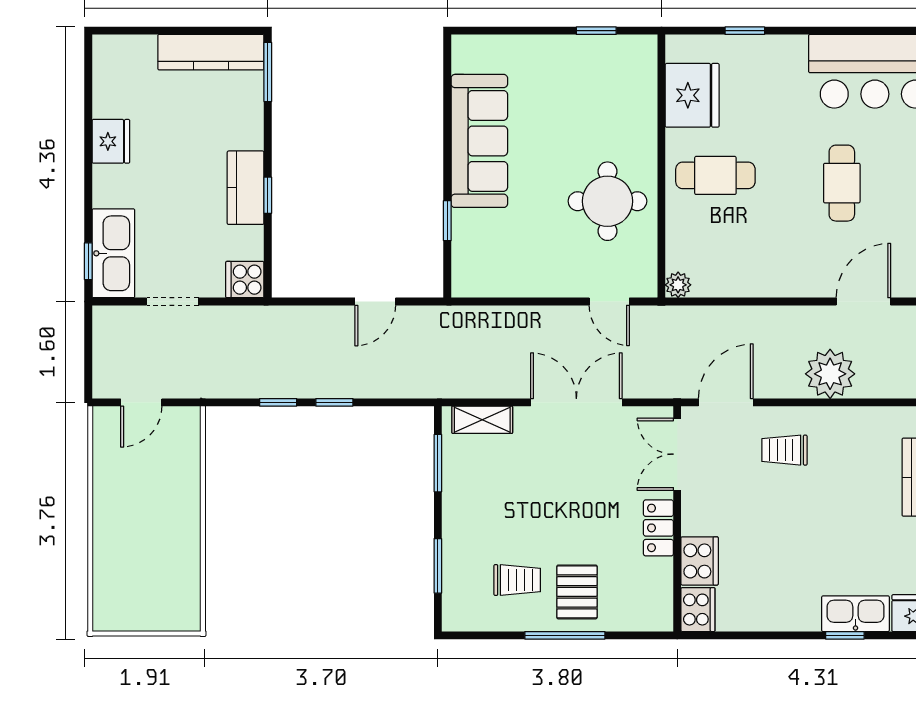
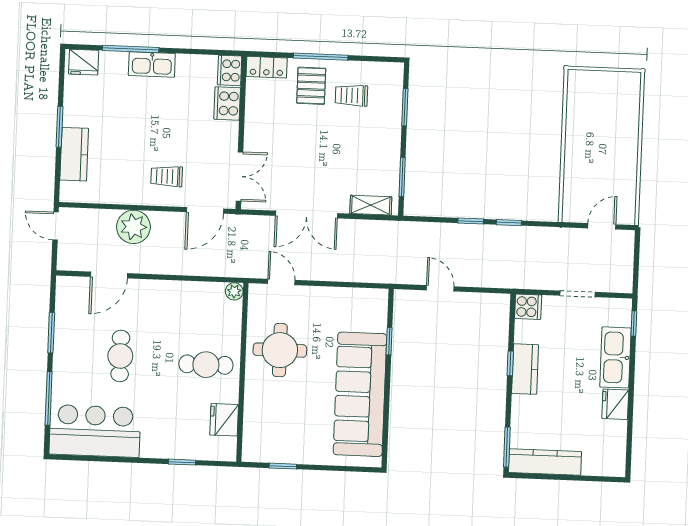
fridge: (692, 95) -> (224, 420), width x0.73, depth x0.75
sofa: (479, 141) -> (360, 394), width x1.36, depth x1.27
kitchen sink: (113, 253) -> (615, 357), moved
door: (375, 302) -> (440, 288), hinge flipped
trolley: (784, 450) -> (167, 176), turned 180
locker: (658, 528) -> (267, 67), moved, turned 90
kitchen sink: (856, 614) -> (152, 65), moved
window: (845, 635) -> (131, 49), width x2.17

